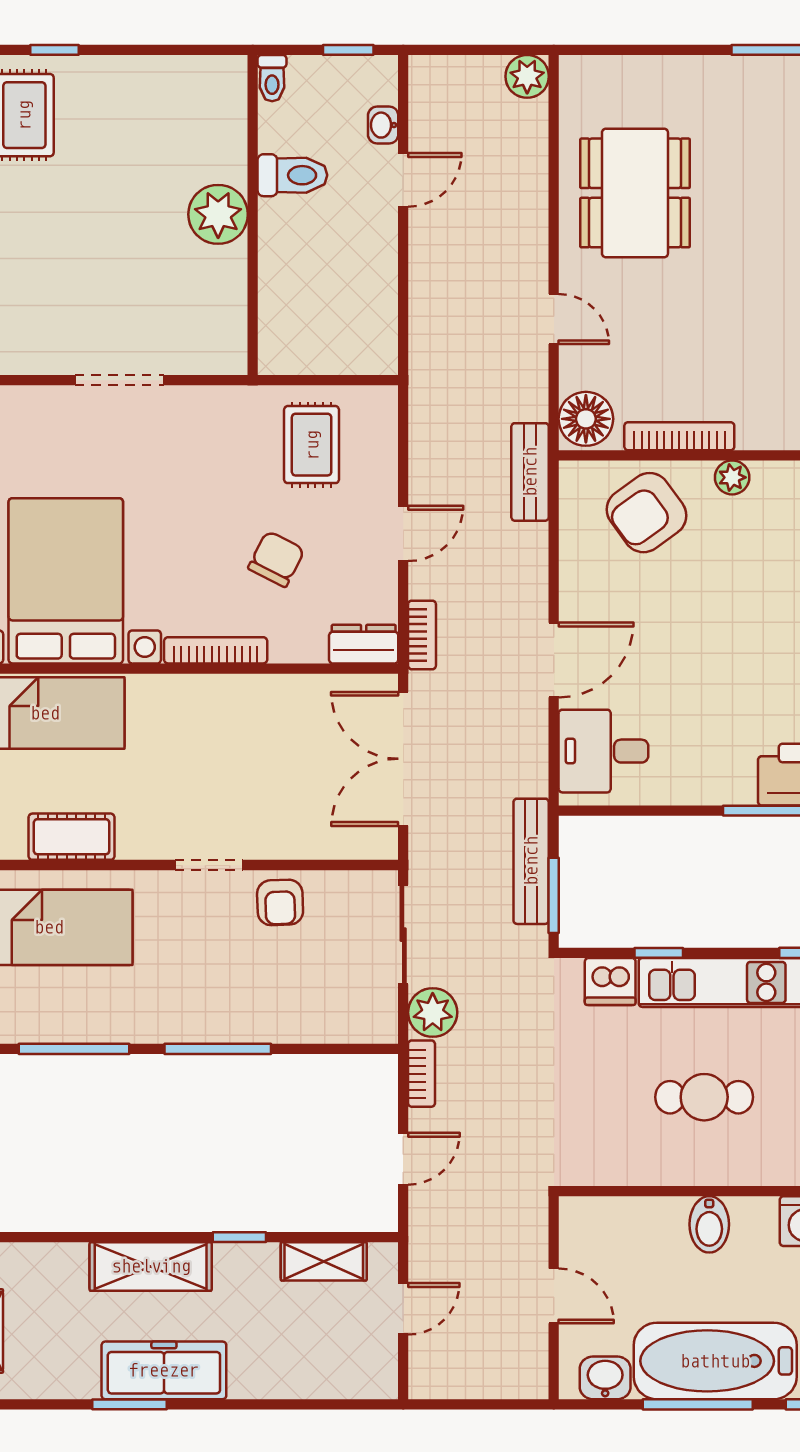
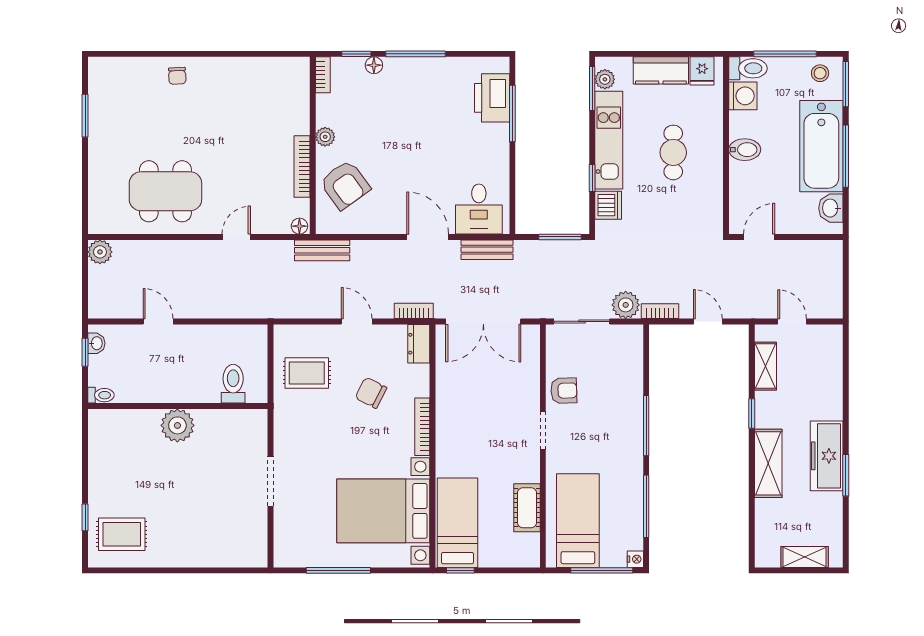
washbasin: (383, 125) -> (96, 343), moved, turned -90
toilet: (292, 175) -> (233, 384), moved
floor lamp: (586, 419) -> (299, 226), width x0.53, depth x0.53
bench: (531, 861) -> (487, 250), moved, width x0.73
door: (554, 1296) -> (759, 237), moved

